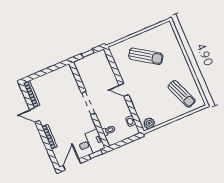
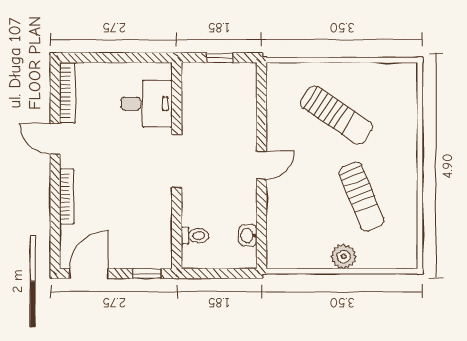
door: (124, 90) -> (262, 165), swing flipped
sun lounger: (182, 94) -> (361, 197), moved
plant: (149, 123) -> (344, 257), moved
desk: (91, 143) -> (147, 104), moved

